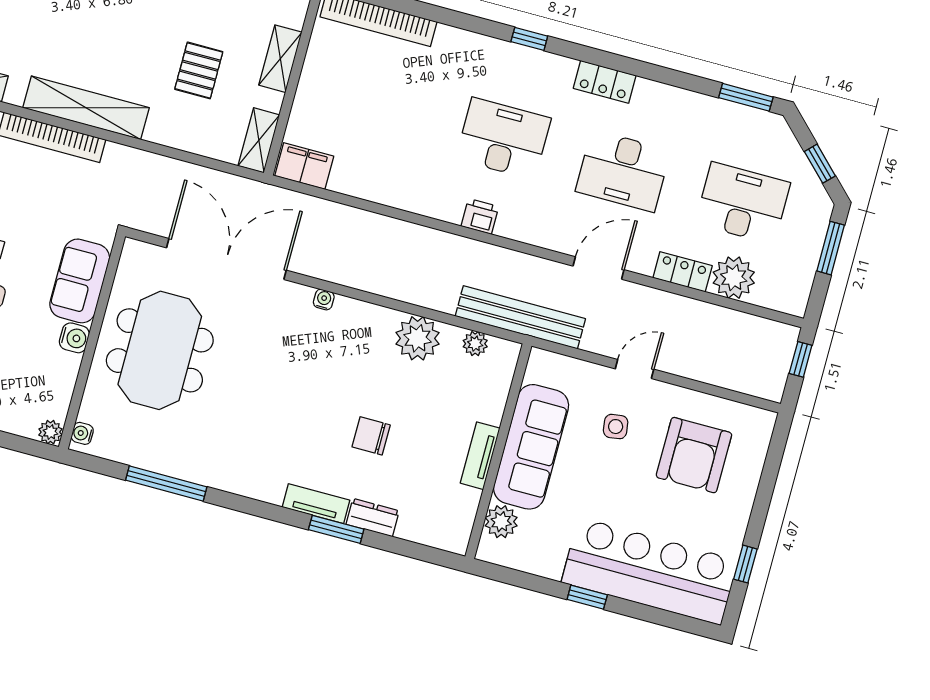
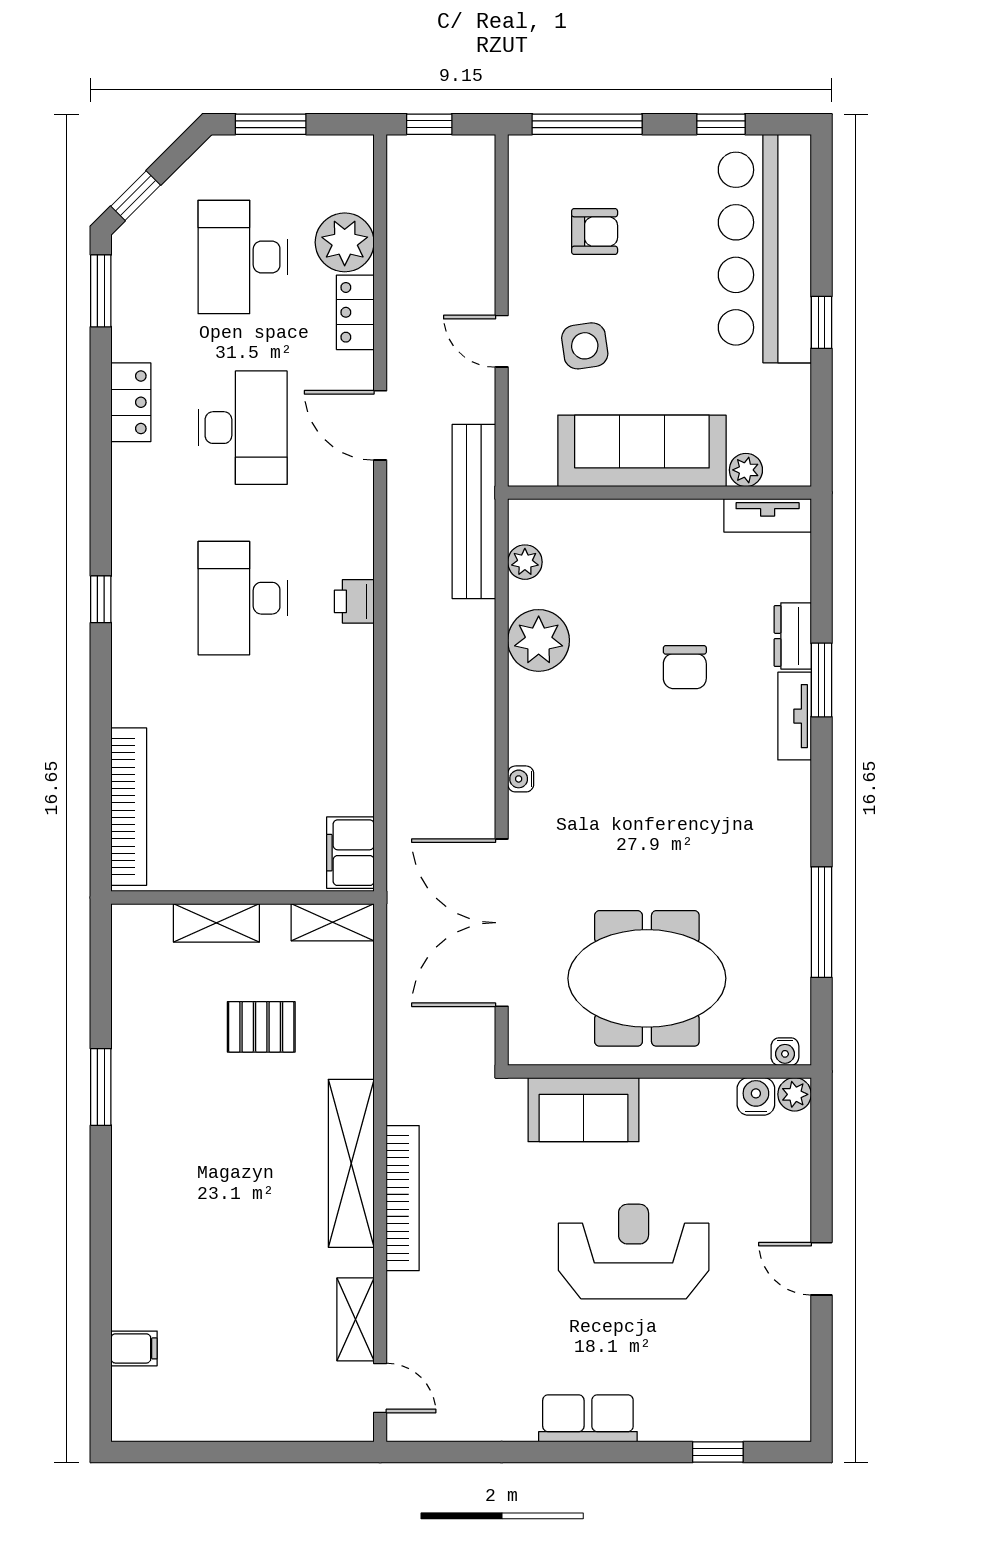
locker: (605, 82) -> (131, 402), moved
window: (820, 164) -> (136, 196), moved
water cooler: (74, 338) -> (756, 1096), moved
side table: (616, 427) -> (585, 346), width x1.37, depth x1.37
armchair: (694, 455) -> (595, 232), width x0.53, depth x0.53
tv unit: (480, 456) -> (768, 515), moved
window: (771, 470) -> (587, 124), added
plant: (501, 522) -> (746, 470), width x0.73, depth x0.73

